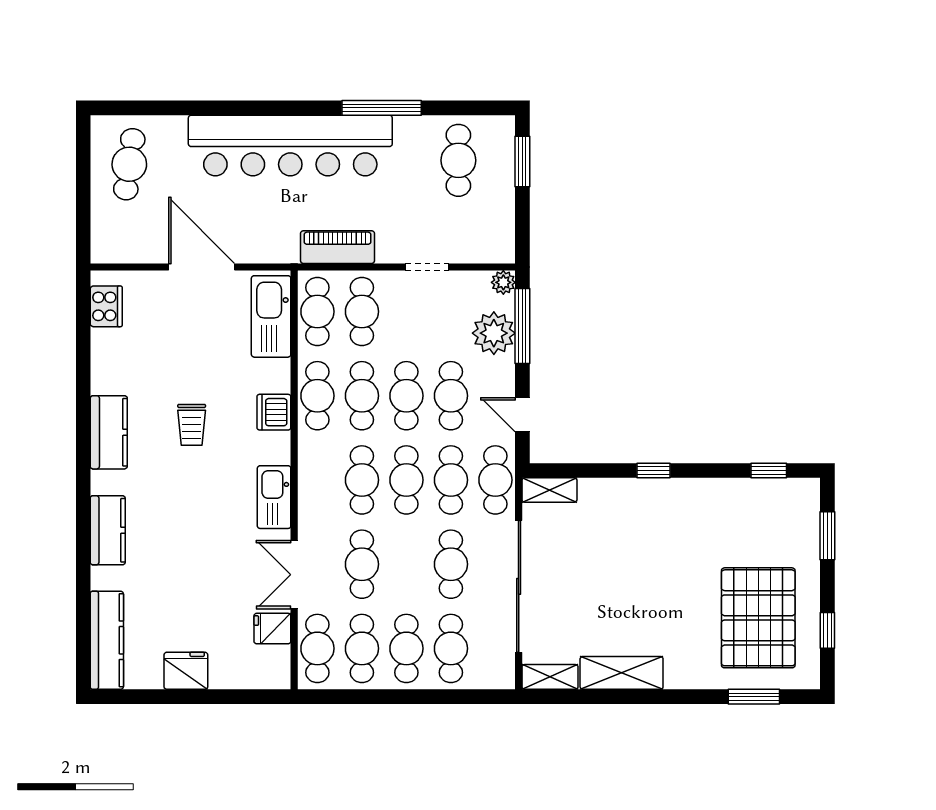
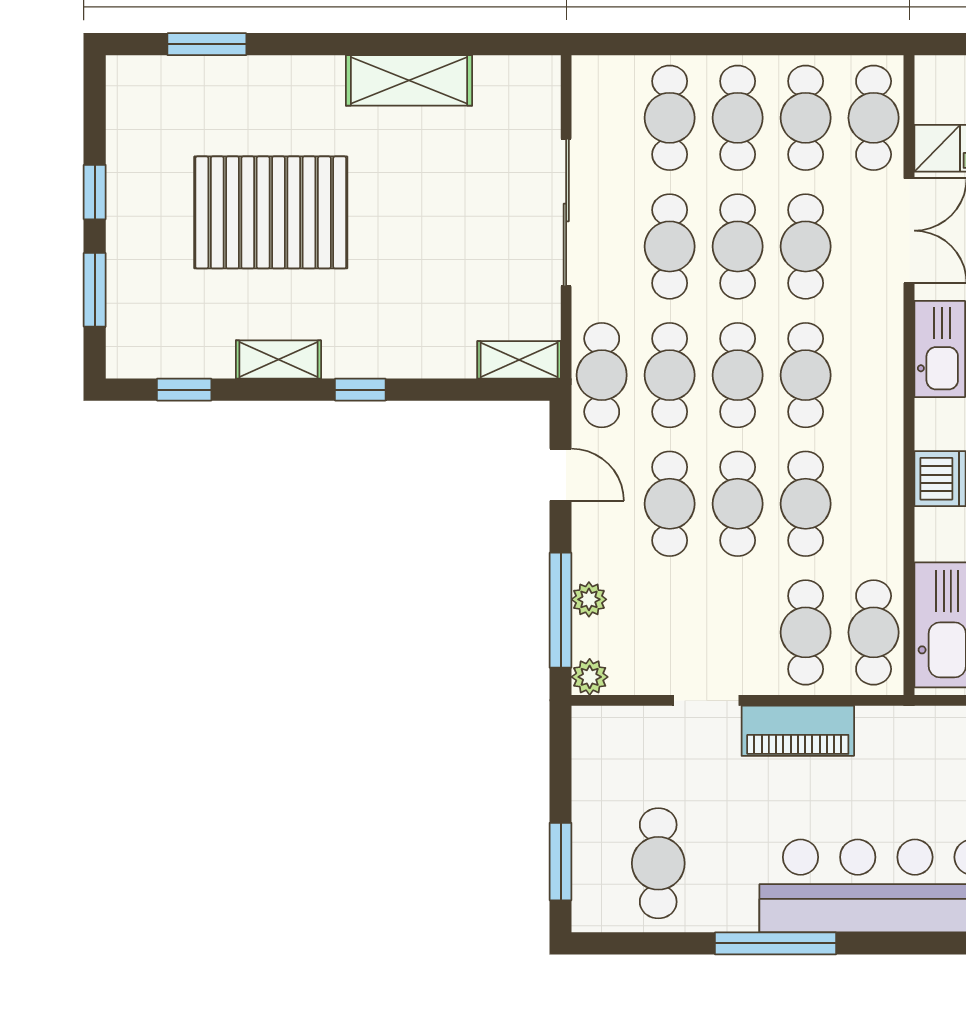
piano: (337, 247) -> (798, 731), moved
plant: (494, 333) -> (589, 599), width x0.53, depth x0.53
cafe table: (317, 396) -> (738, 246), moved
sliding door: (519, 586) -> (566, 213), width x0.73
pallet: (758, 618) -> (271, 212), moved, turned 90
window: (827, 630) -> (95, 192), moved
shelving: (550, 677) -> (278, 359), moved

